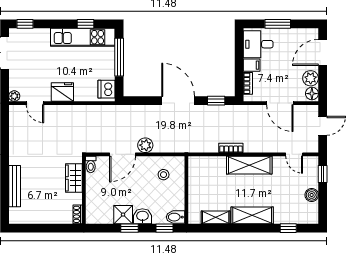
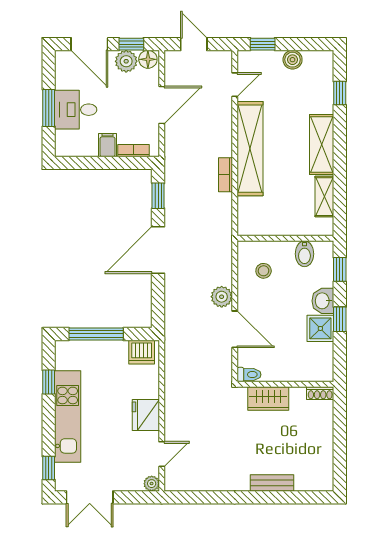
kitchen unit: (83, 37) -> (68, 417), moved
desk: (258, 44) -> (76, 110), moved, turned 90
window: (323, 82) -> (131, 44), added
shelving: (249, 165) -> (250, 149), width x1.47
bench: (15, 186) -> (272, 483), width x0.73
bidet: (175, 217) -> (304, 254), moved

